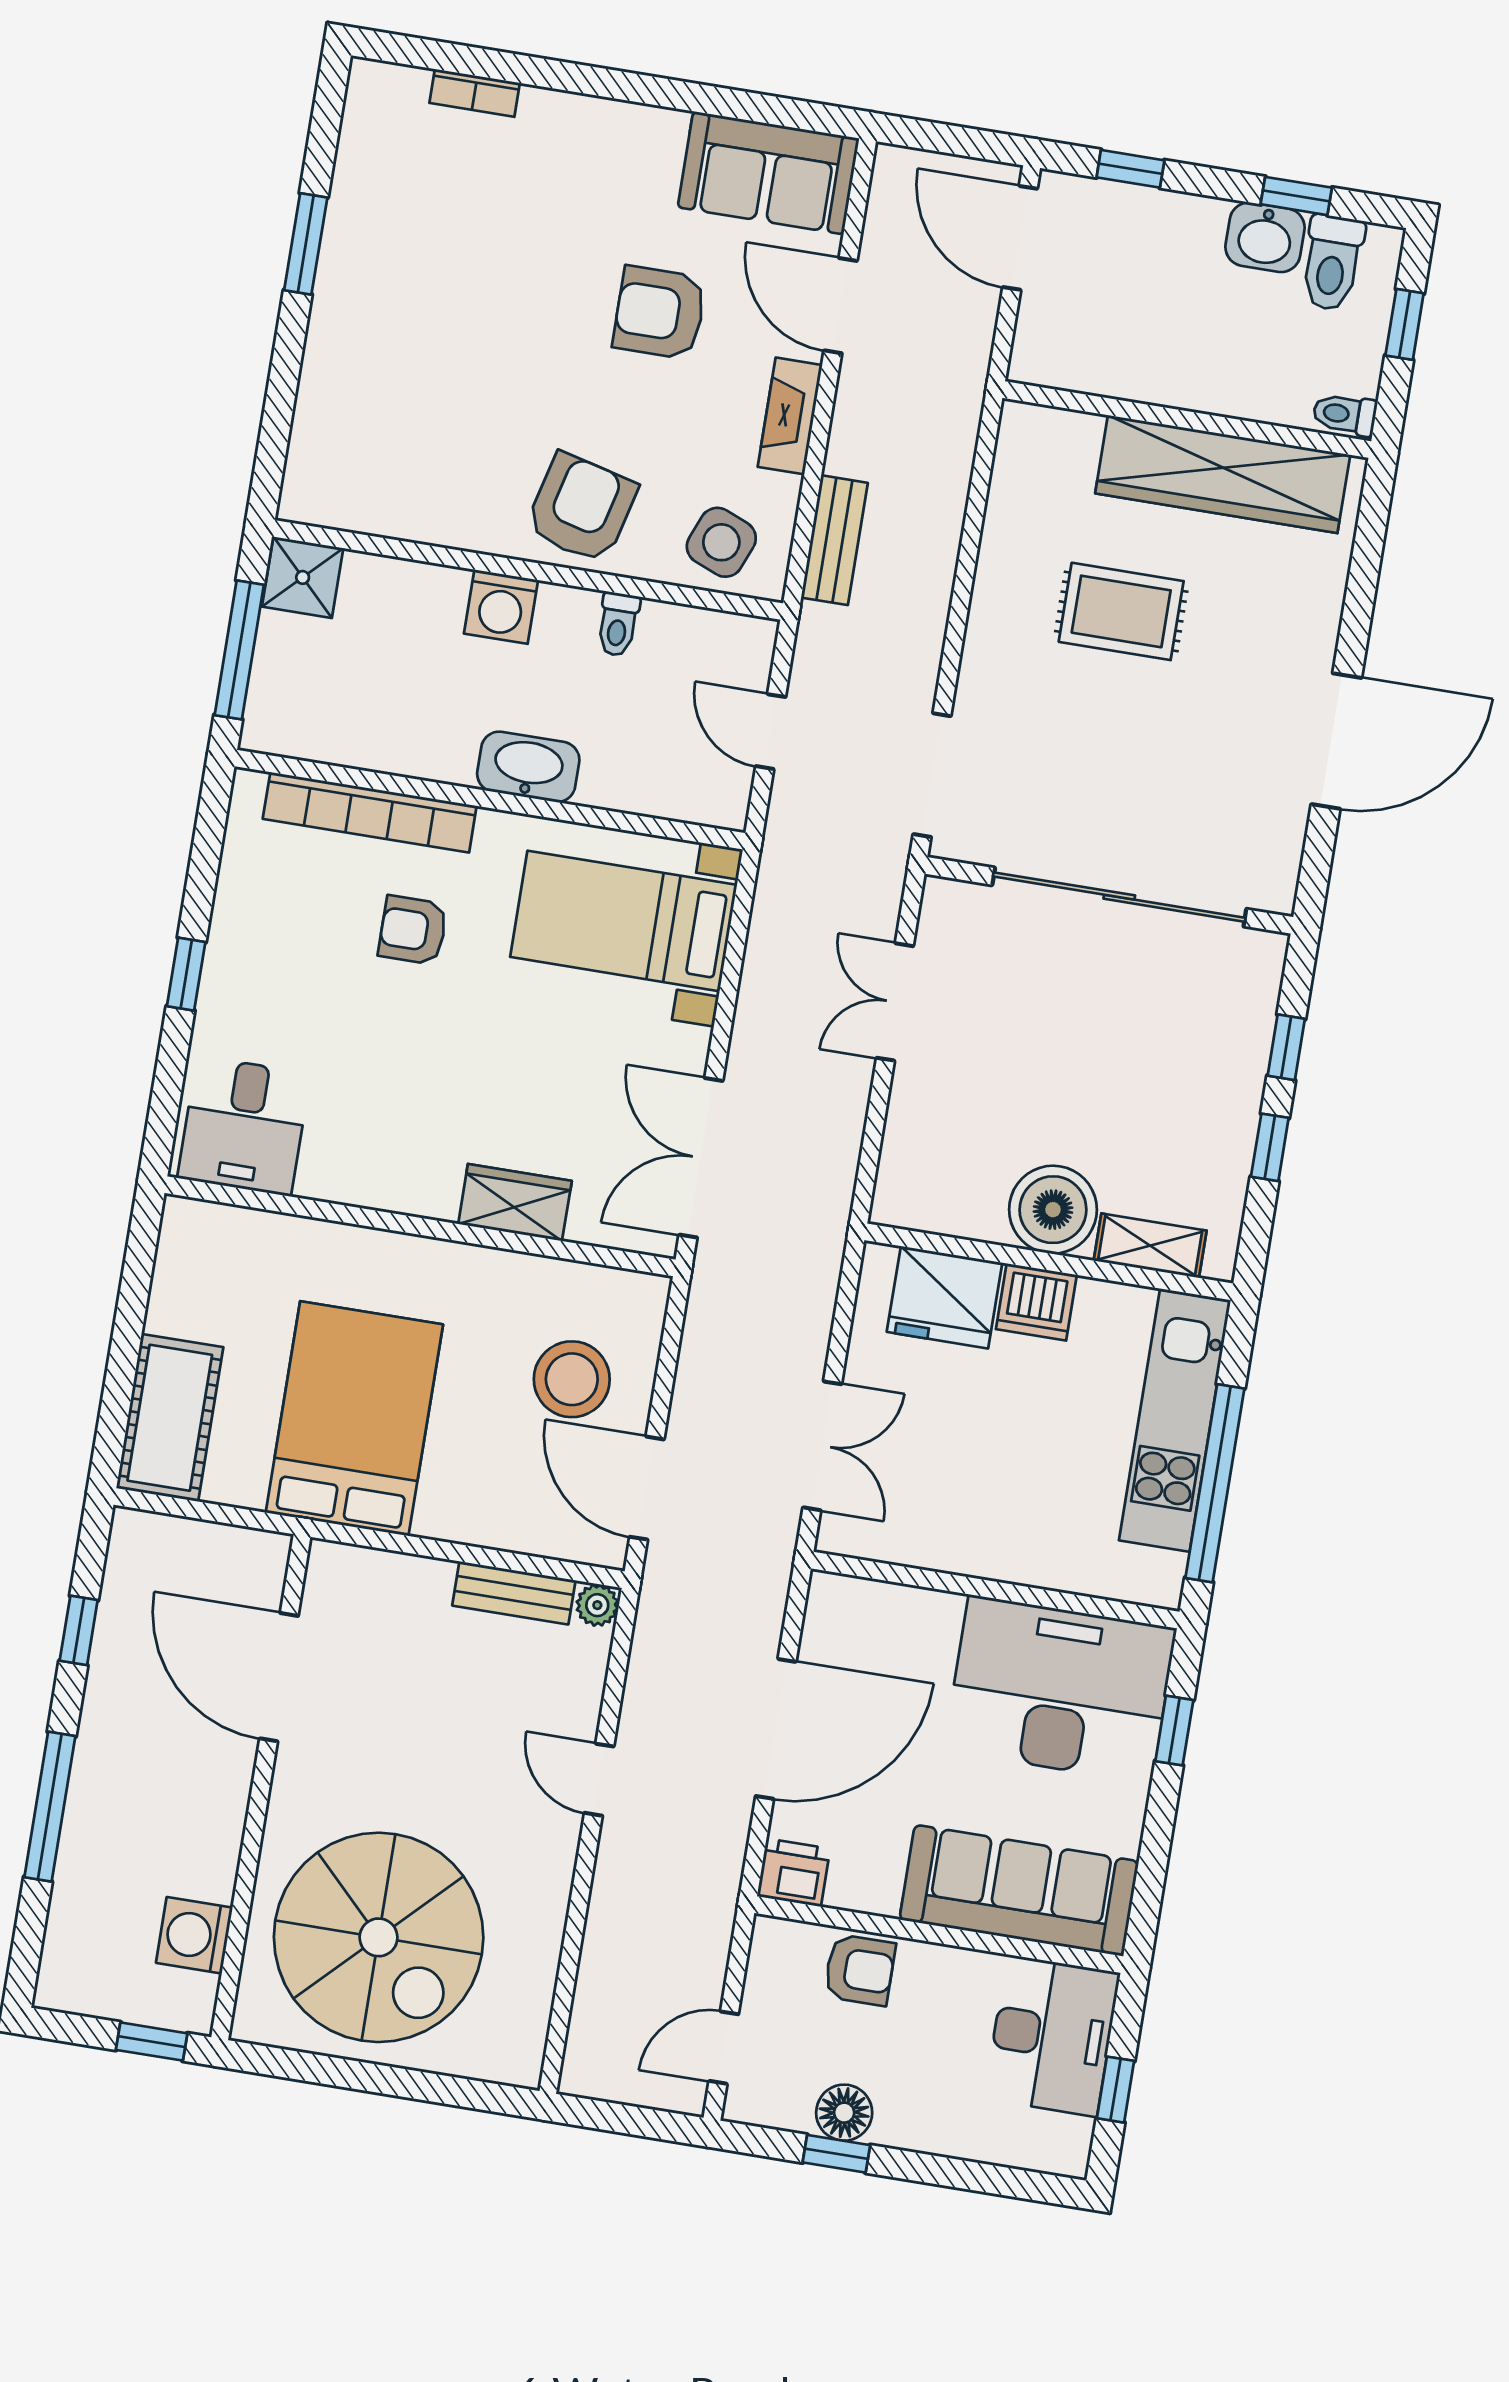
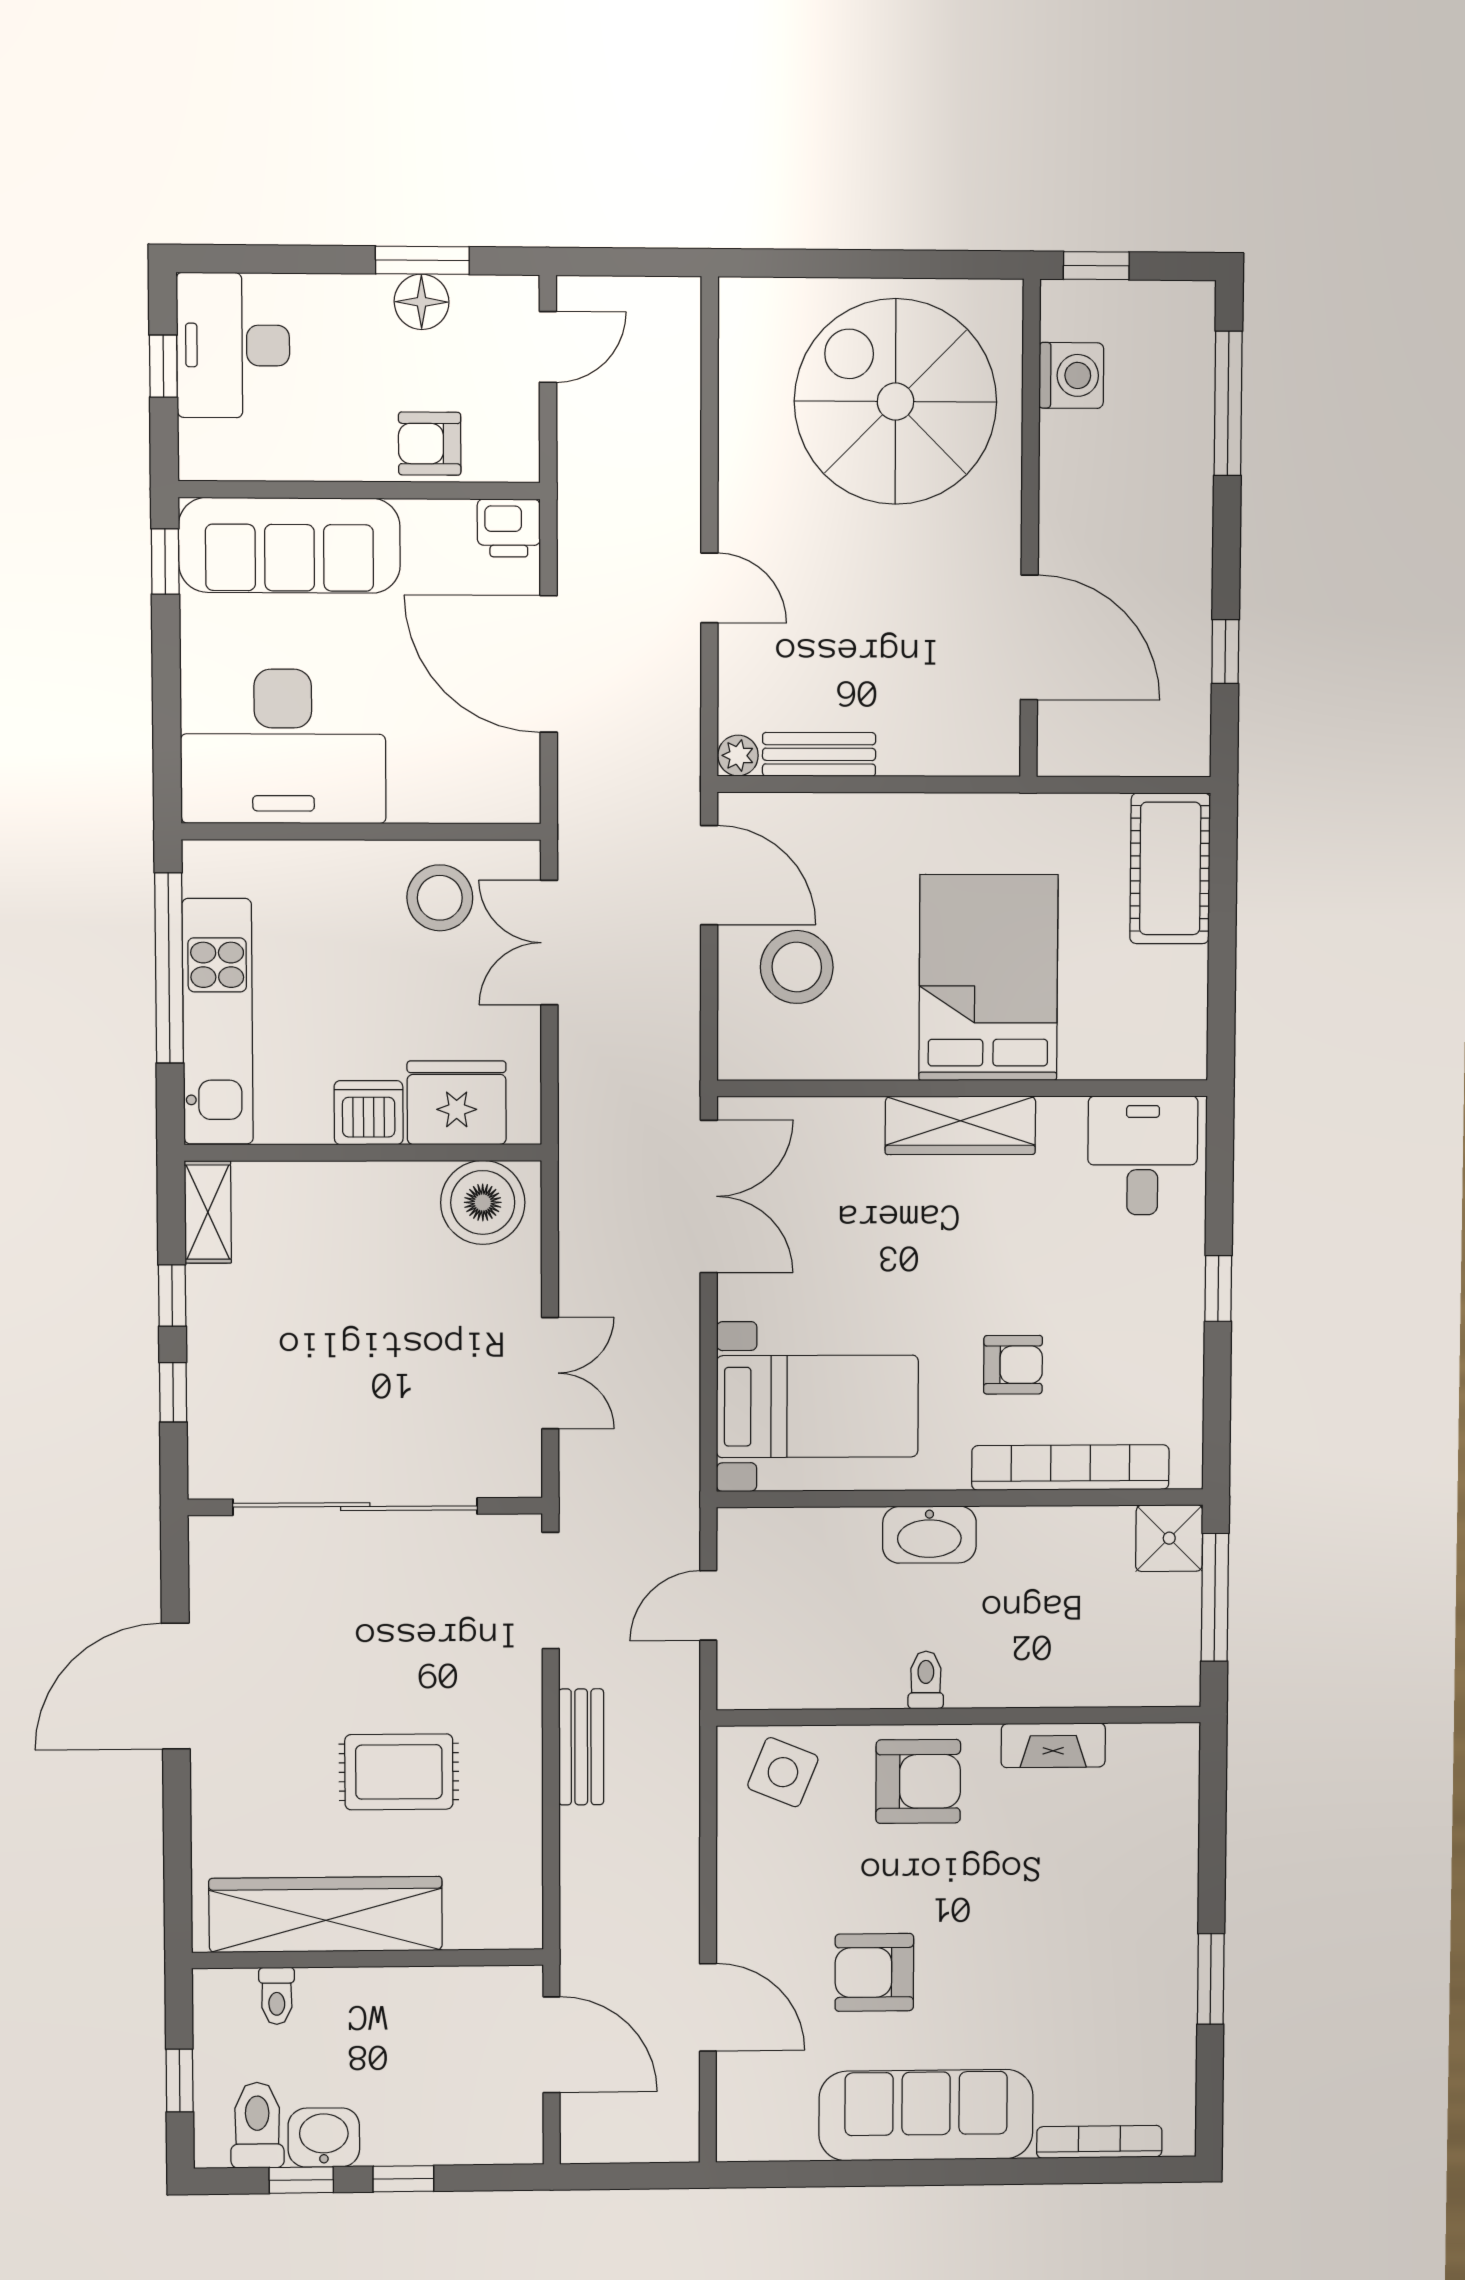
bookcase: (475, 93) -> (1099, 2142), width x1.56
window: (1130, 169) -> (403, 2179), moved
sofa: (768, 173) -> (926, 2115), moved, width x1.36
door: (1020, 238) -> (551, 2045), moved
armchair: (660, 313) -> (874, 1972), turned 180
toilet: (1345, 414) -> (277, 1996), moved, turned 90
fireplace: (790, 416) -> (1053, 1745), moved, turned 90
armchair: (581, 508) -> (918, 1781), turned -104
bench: (834, 540) -> (581, 1747), moved
shower: (303, 577) -> (1169, 1538), moved
washing machine: (501, 607) -> (978, 1678), removed
toilet: (618, 624) -> (926, 1680), moved
door: (771, 732) -> (708, 1605), swing flipped
wardrobe: (515, 1202) -> (960, 1125), moved, width x1.50
boiler: (1053, 1210) -> (483, 1202), moved
shelving: (1150, 1246) -> (208, 1212), moved, turned 90
bed: (354, 1419) -> (988, 978), moved, turned 180
stool: (927, 1510) -> (440, 898), added
door: (776, 1729) -> (549, 664), hinge flipped
window: (1174, 1731) -> (165, 561), moved
window: (50, 1807) -> (1228, 403), moved
desk: (1052, 2036) -> (233, 345), moved
window: (836, 2154) -> (422, 260), width x1.50

